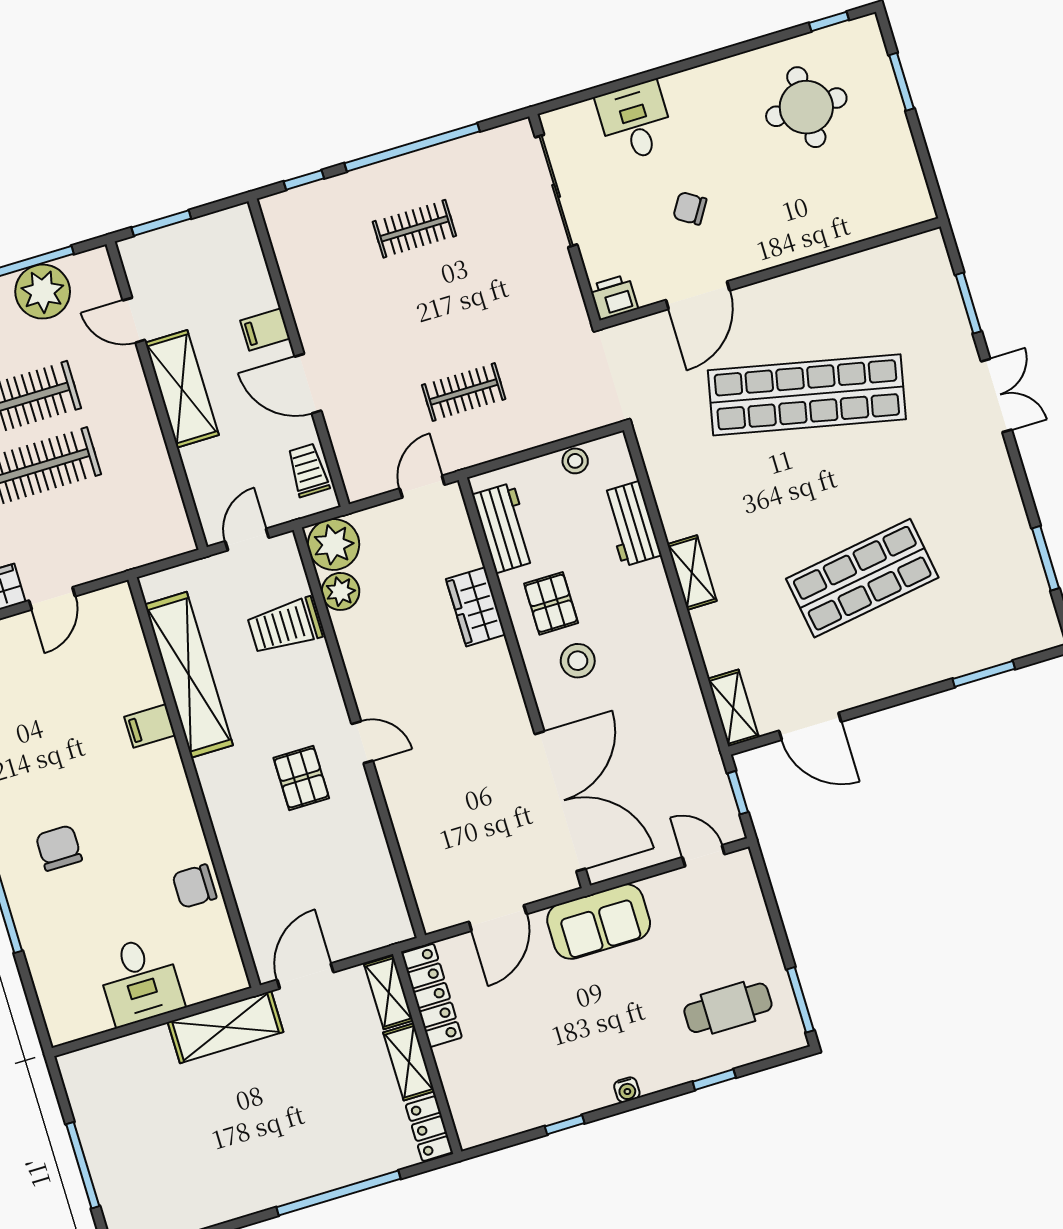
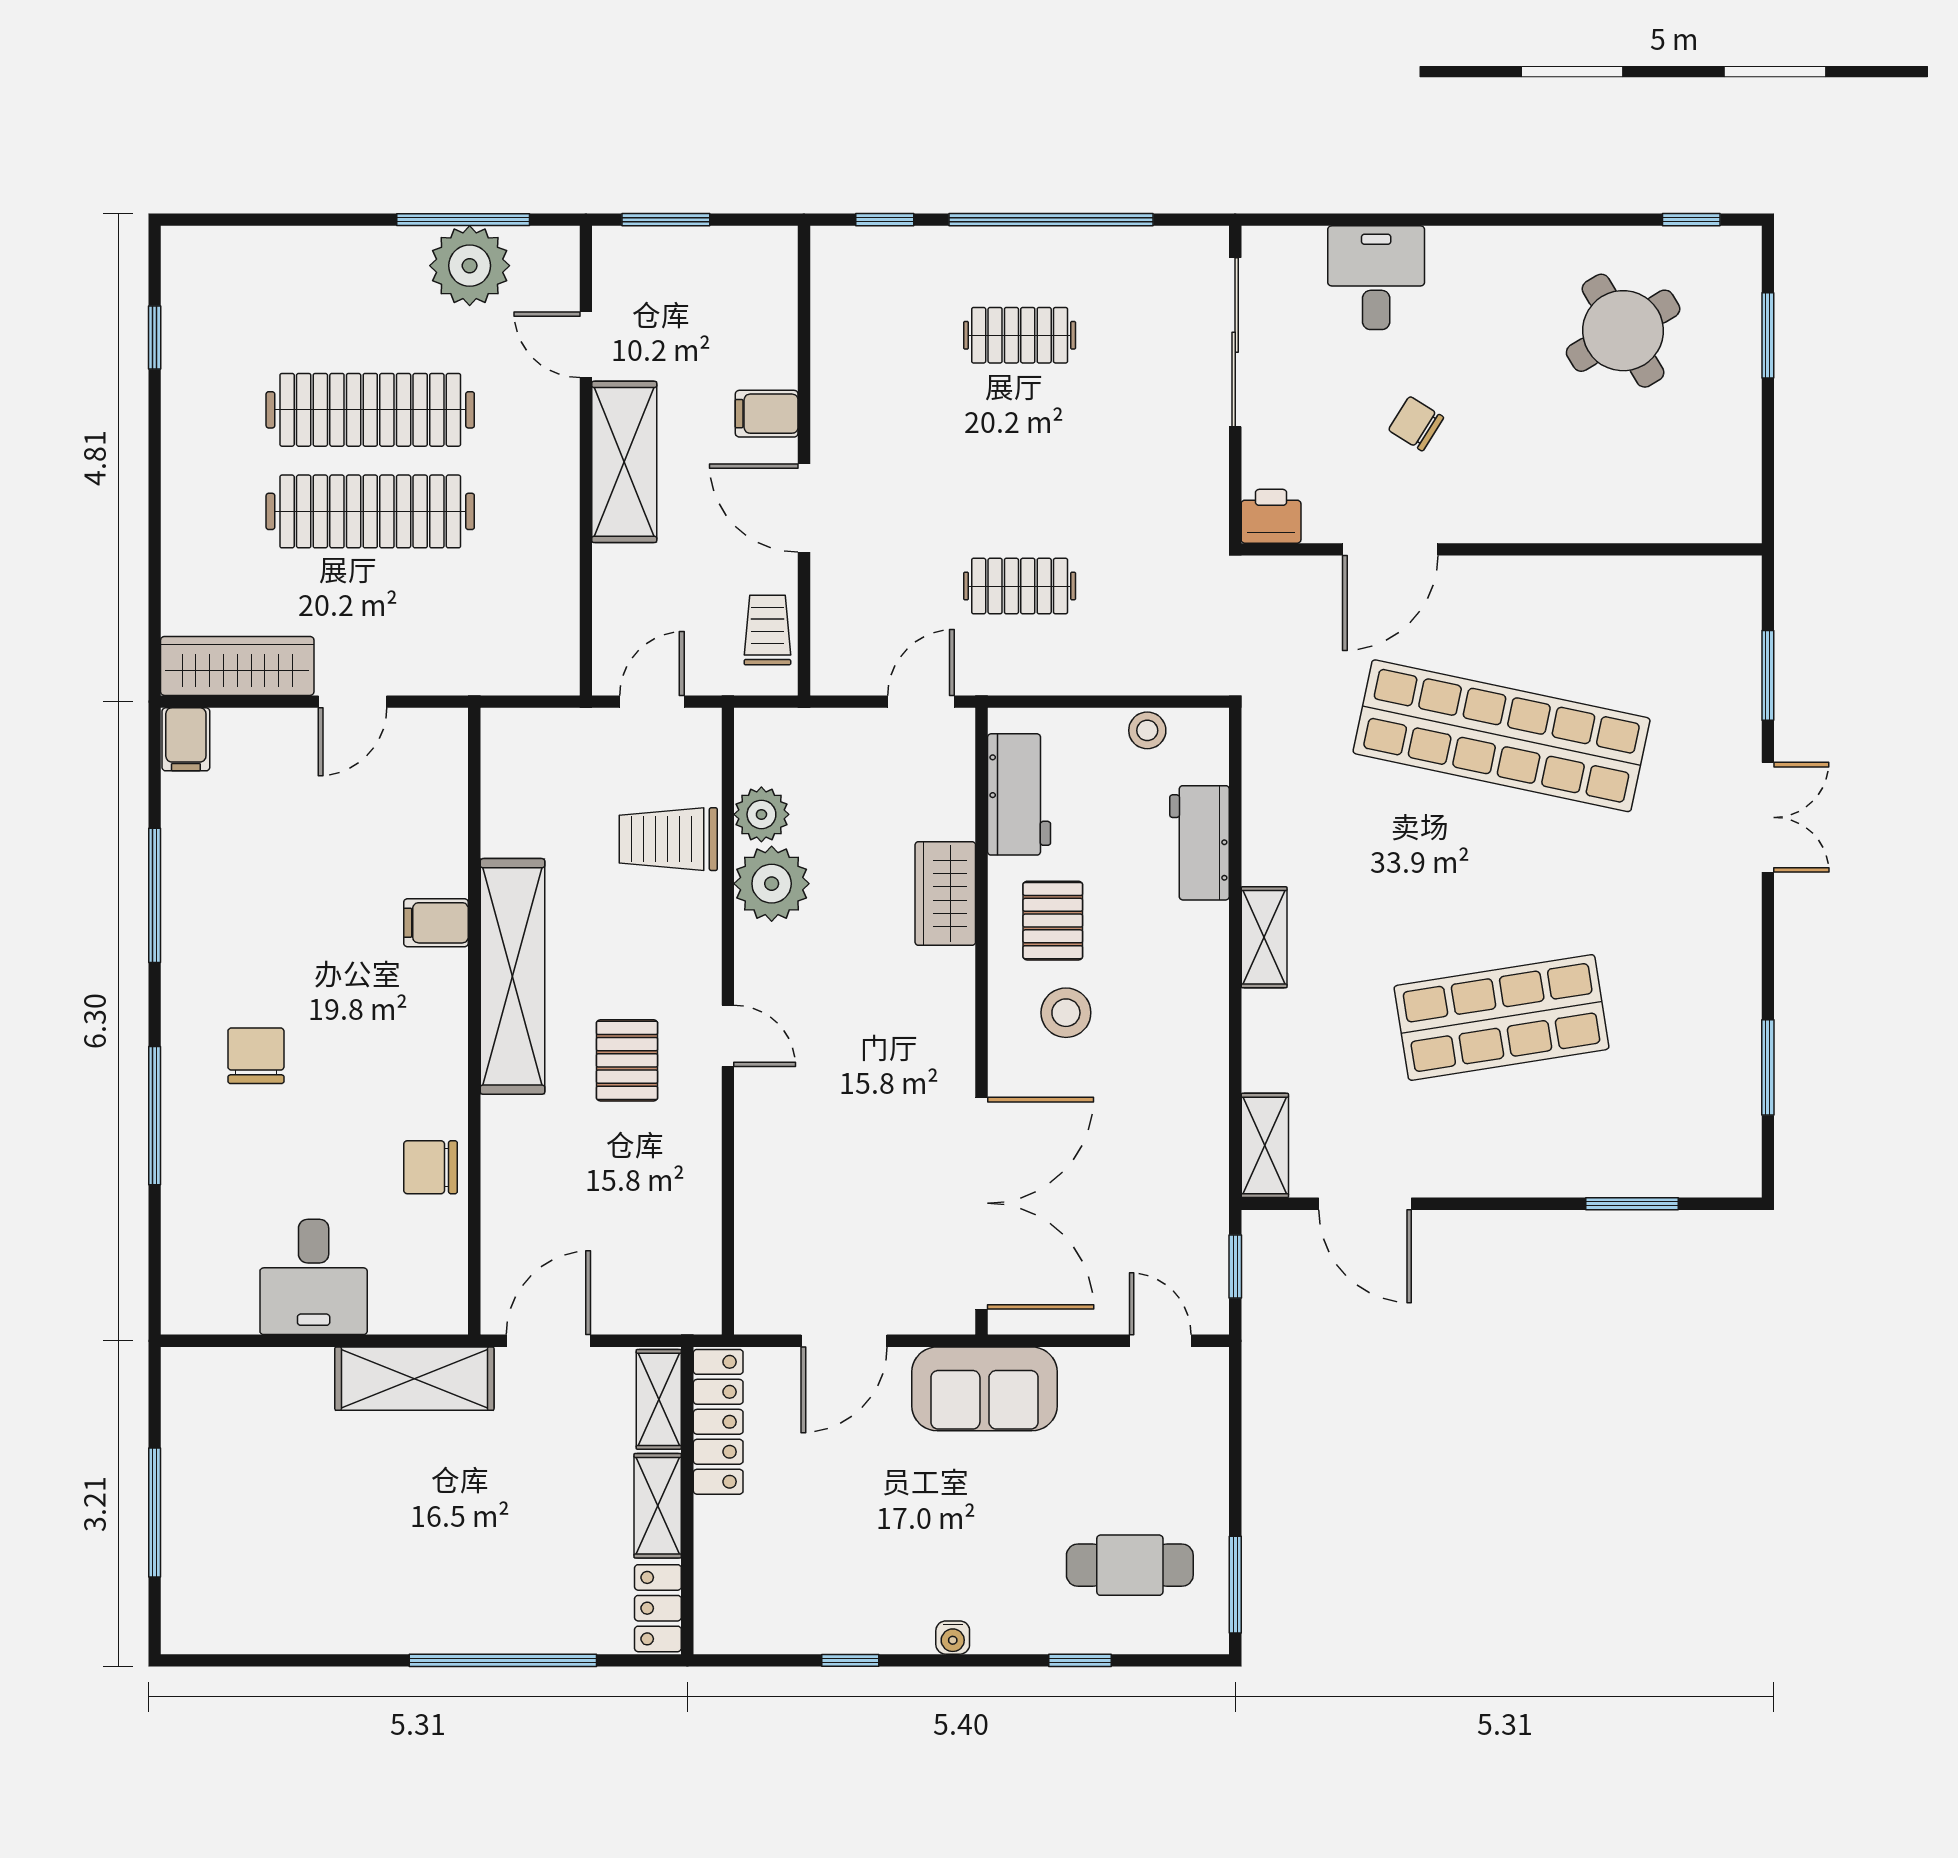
round table: (806, 107) -> (1623, 331), turned -31
plant: (334, 544) -> (772, 884), moved
shelving: (189, 675) -> (512, 976), moved

